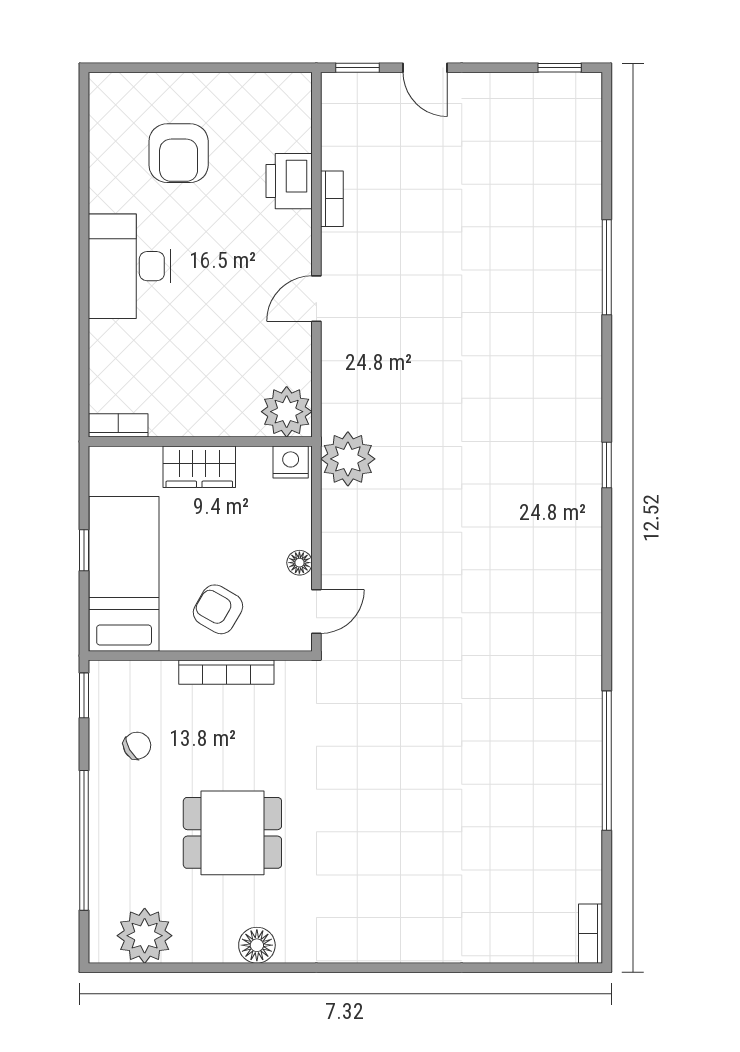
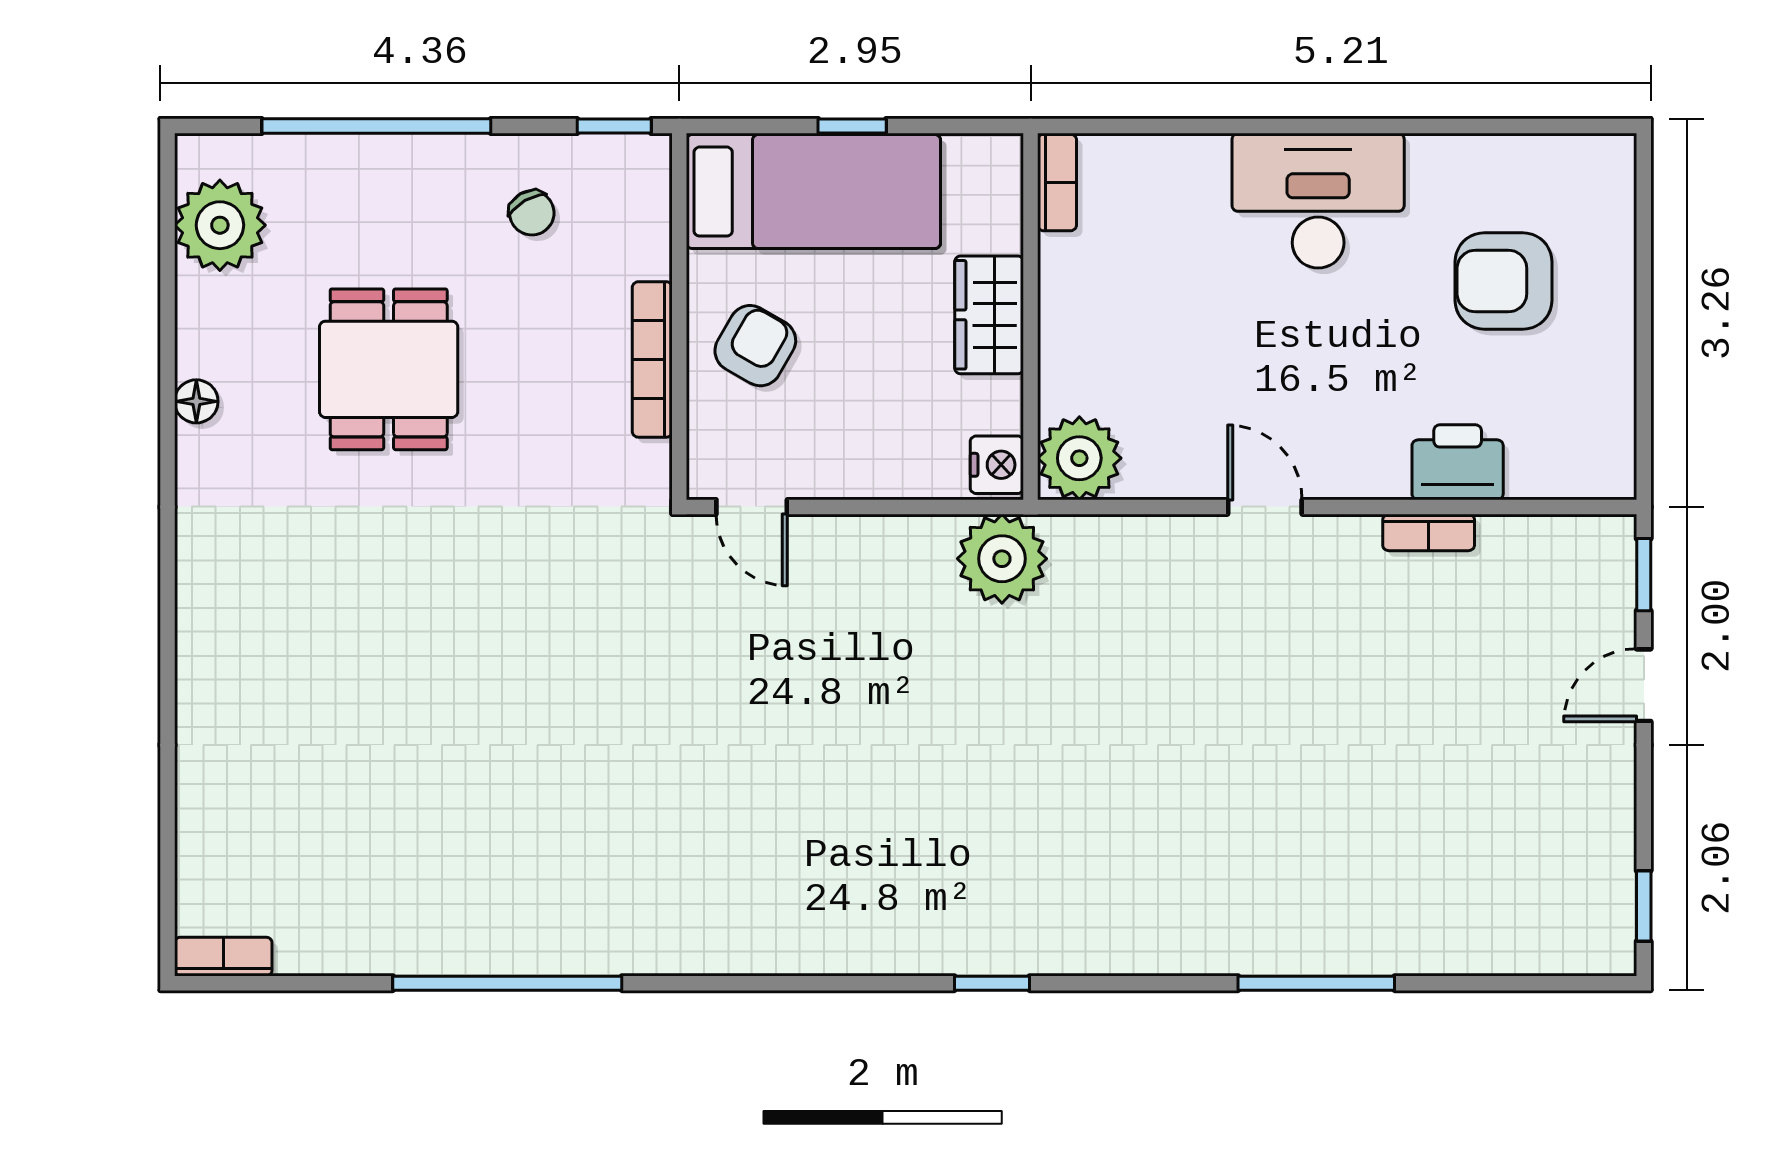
floor lamp: (299, 563) -> (832, 479), removed
floor lamp: (257, 945) -> (196, 401), width x0.73, depth x0.73

